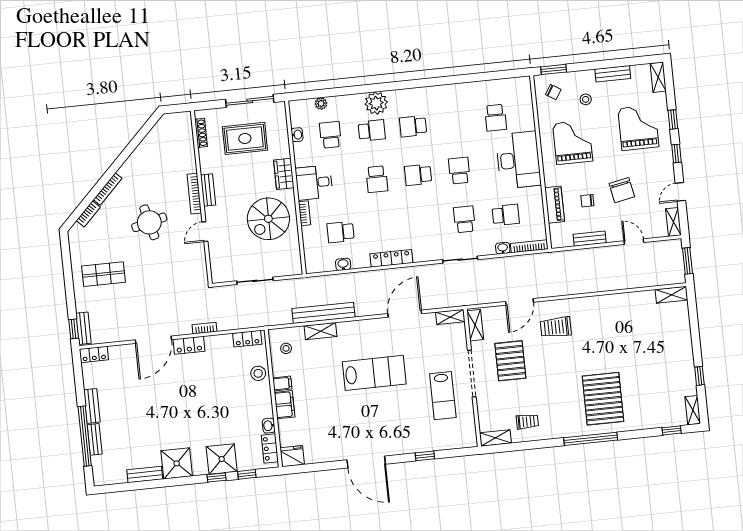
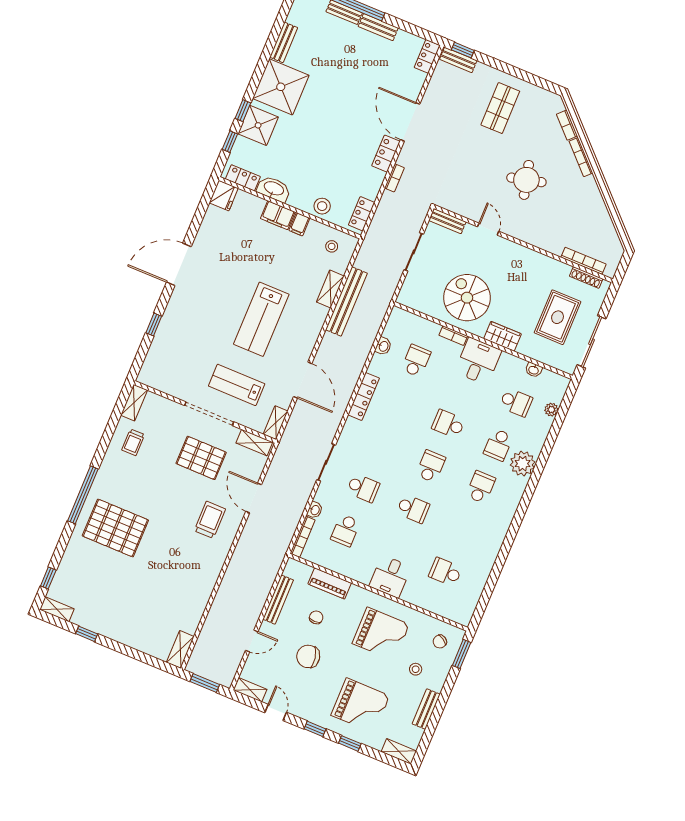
desk: (518, 160) -> (390, 576), width x0.53, depth x0.77
bench: (208, 190) -> (447, 221), moved
bookcase: (194, 194) -> (584, 261), moved
bench: (590, 239) -> (278, 600), width x1.36
lab bench: (443, 396) -> (237, 385), moved
washbasin: (269, 426) -> (274, 189), width x1.91, depth x1.45
shower: (177, 463) -> (281, 87), width x1.37, depth x1.37

